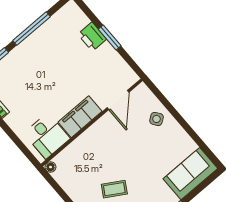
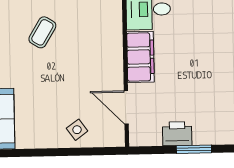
printer: (92, 37) -> (177, 134), moved

